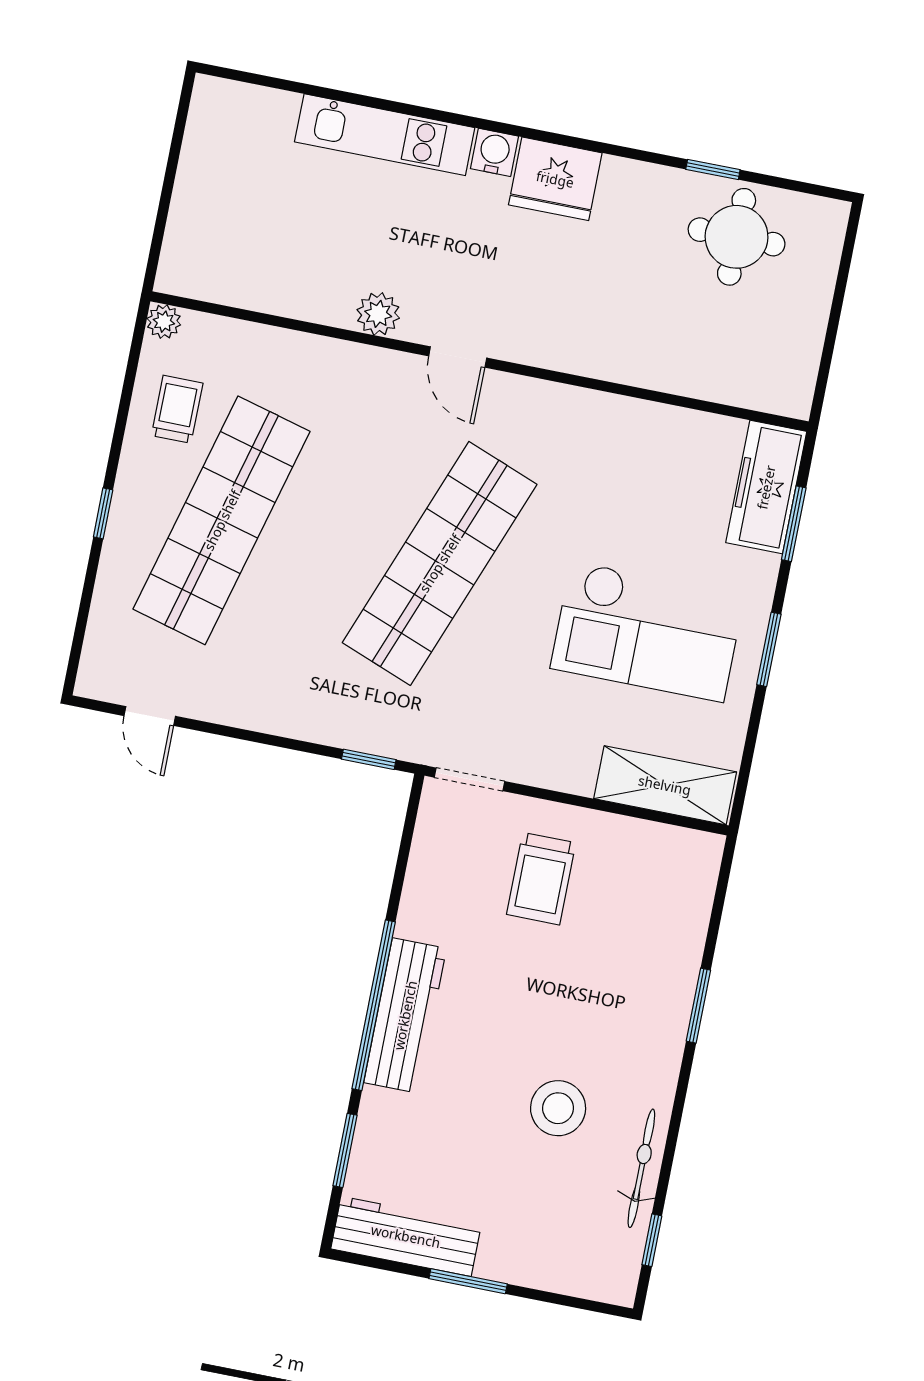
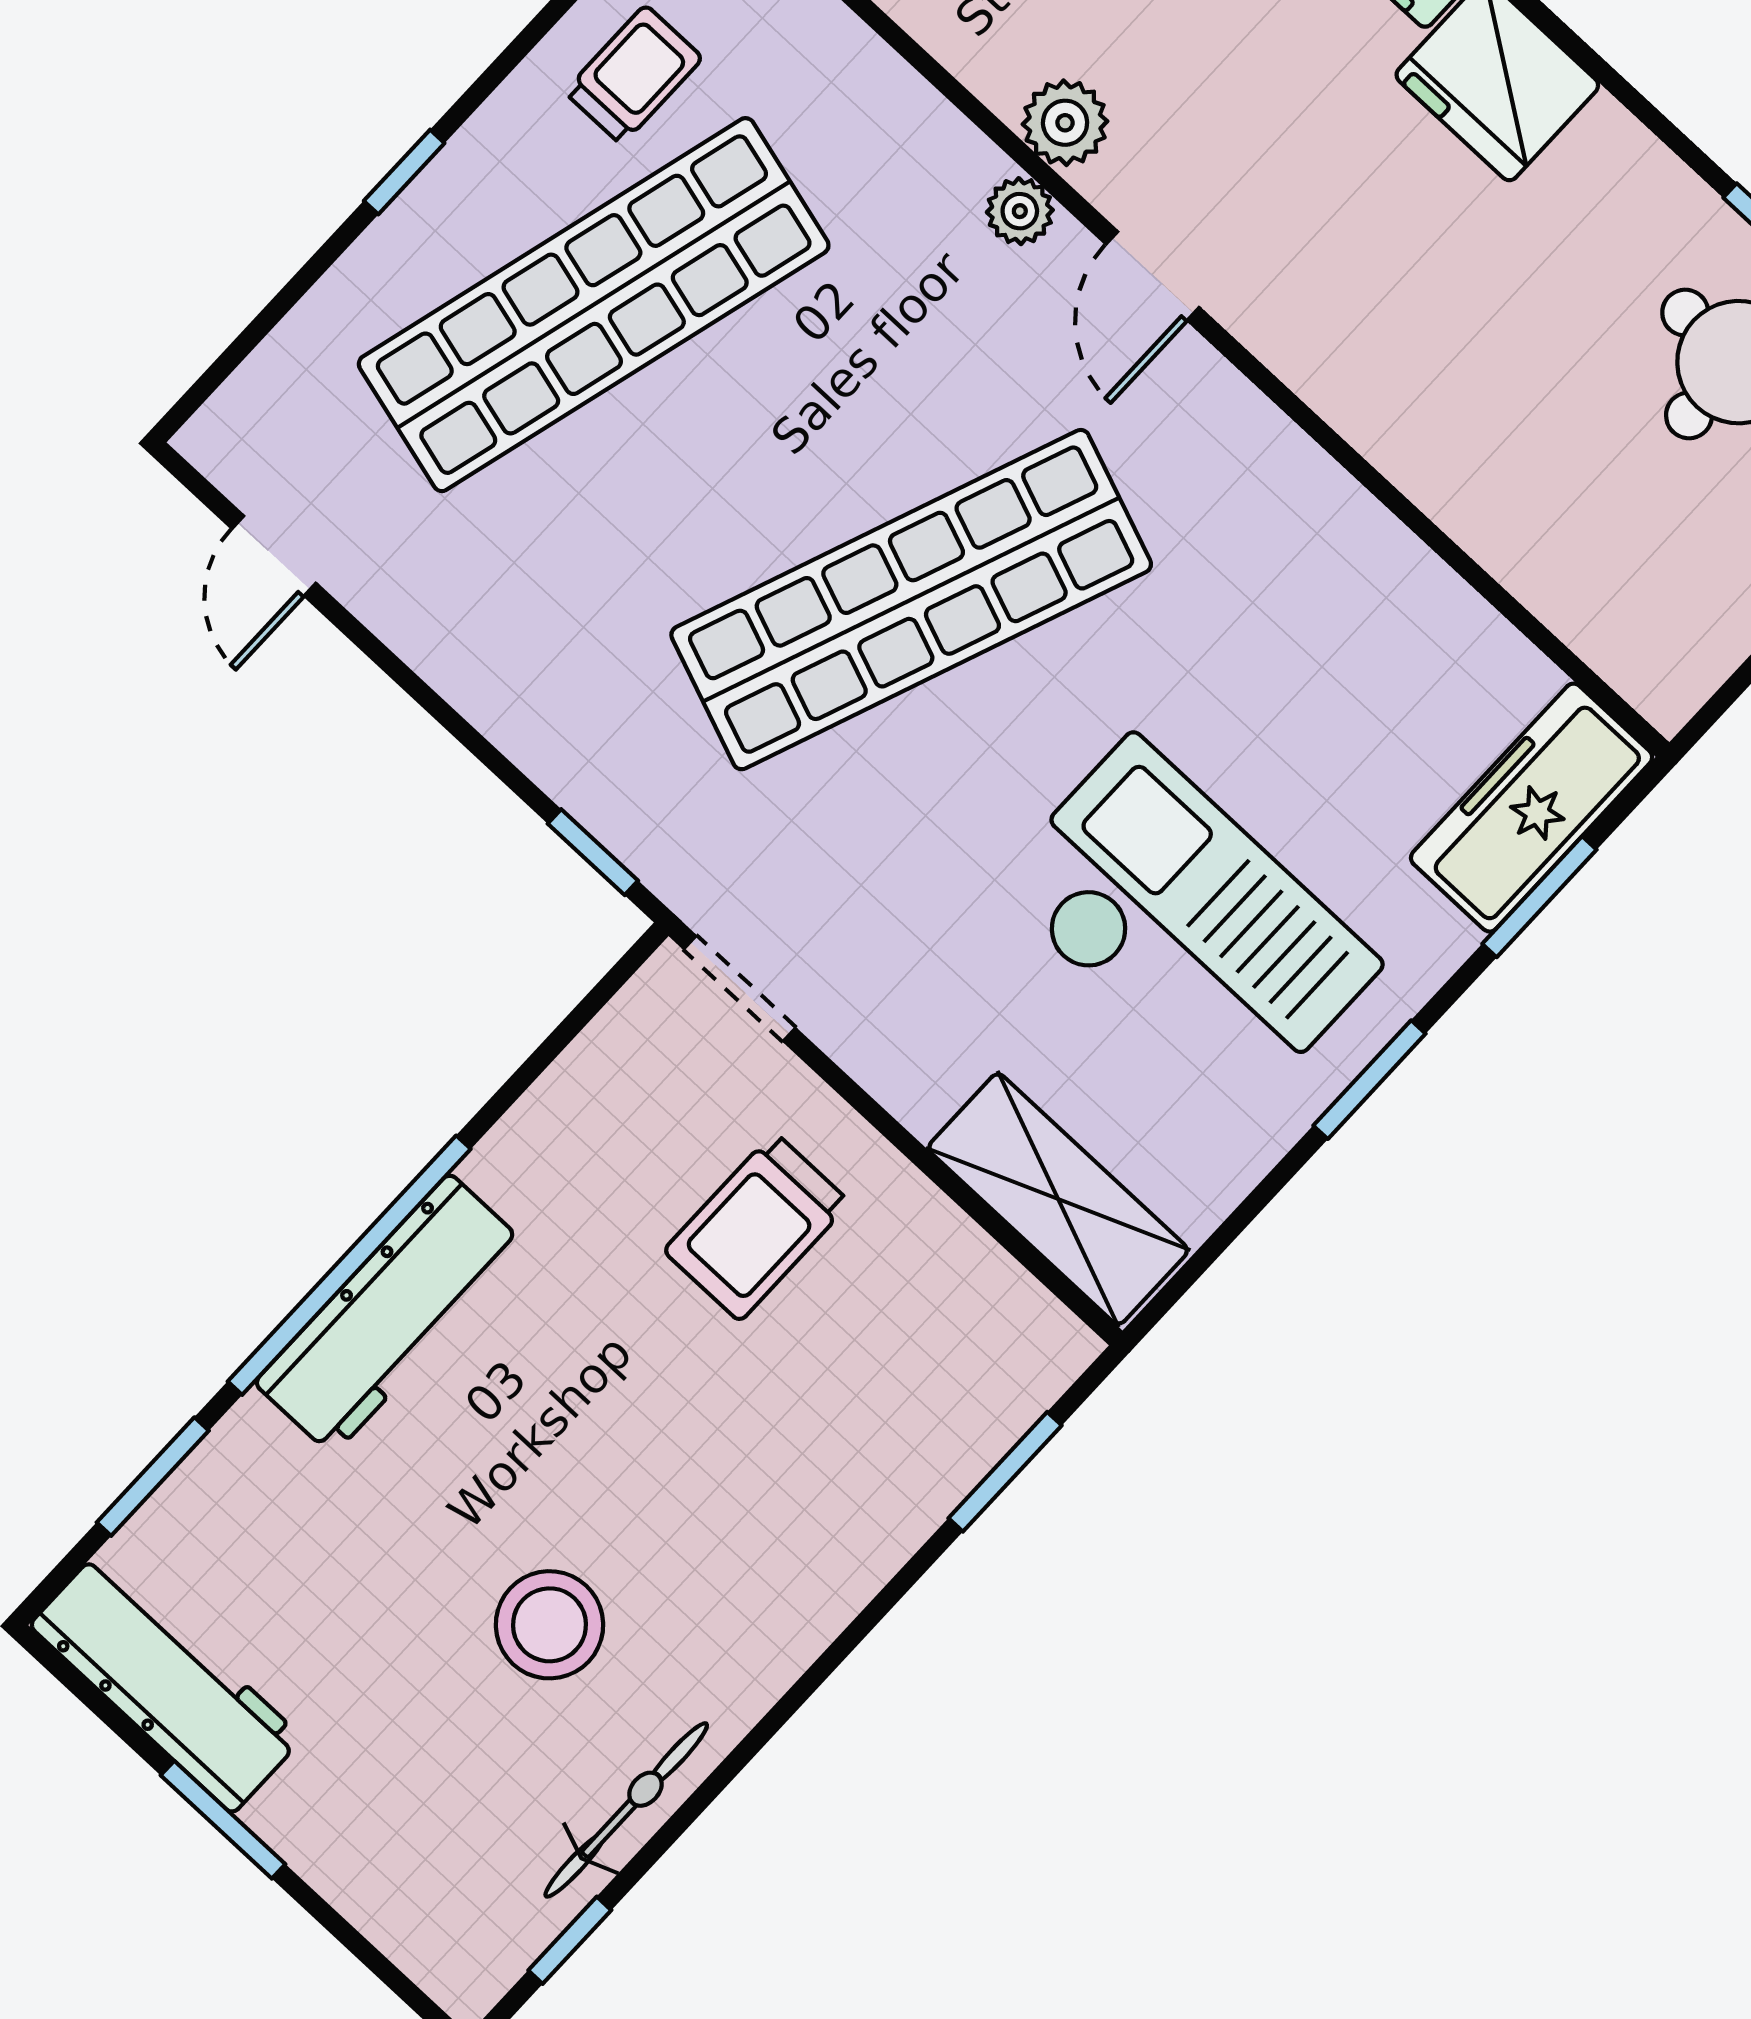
plant: (382, 365) -> (1020, 211), added
checkout: (647, 631) -> (1186, 925), turned 180
window: (698, 1006) -> (1005, 1472), moved

